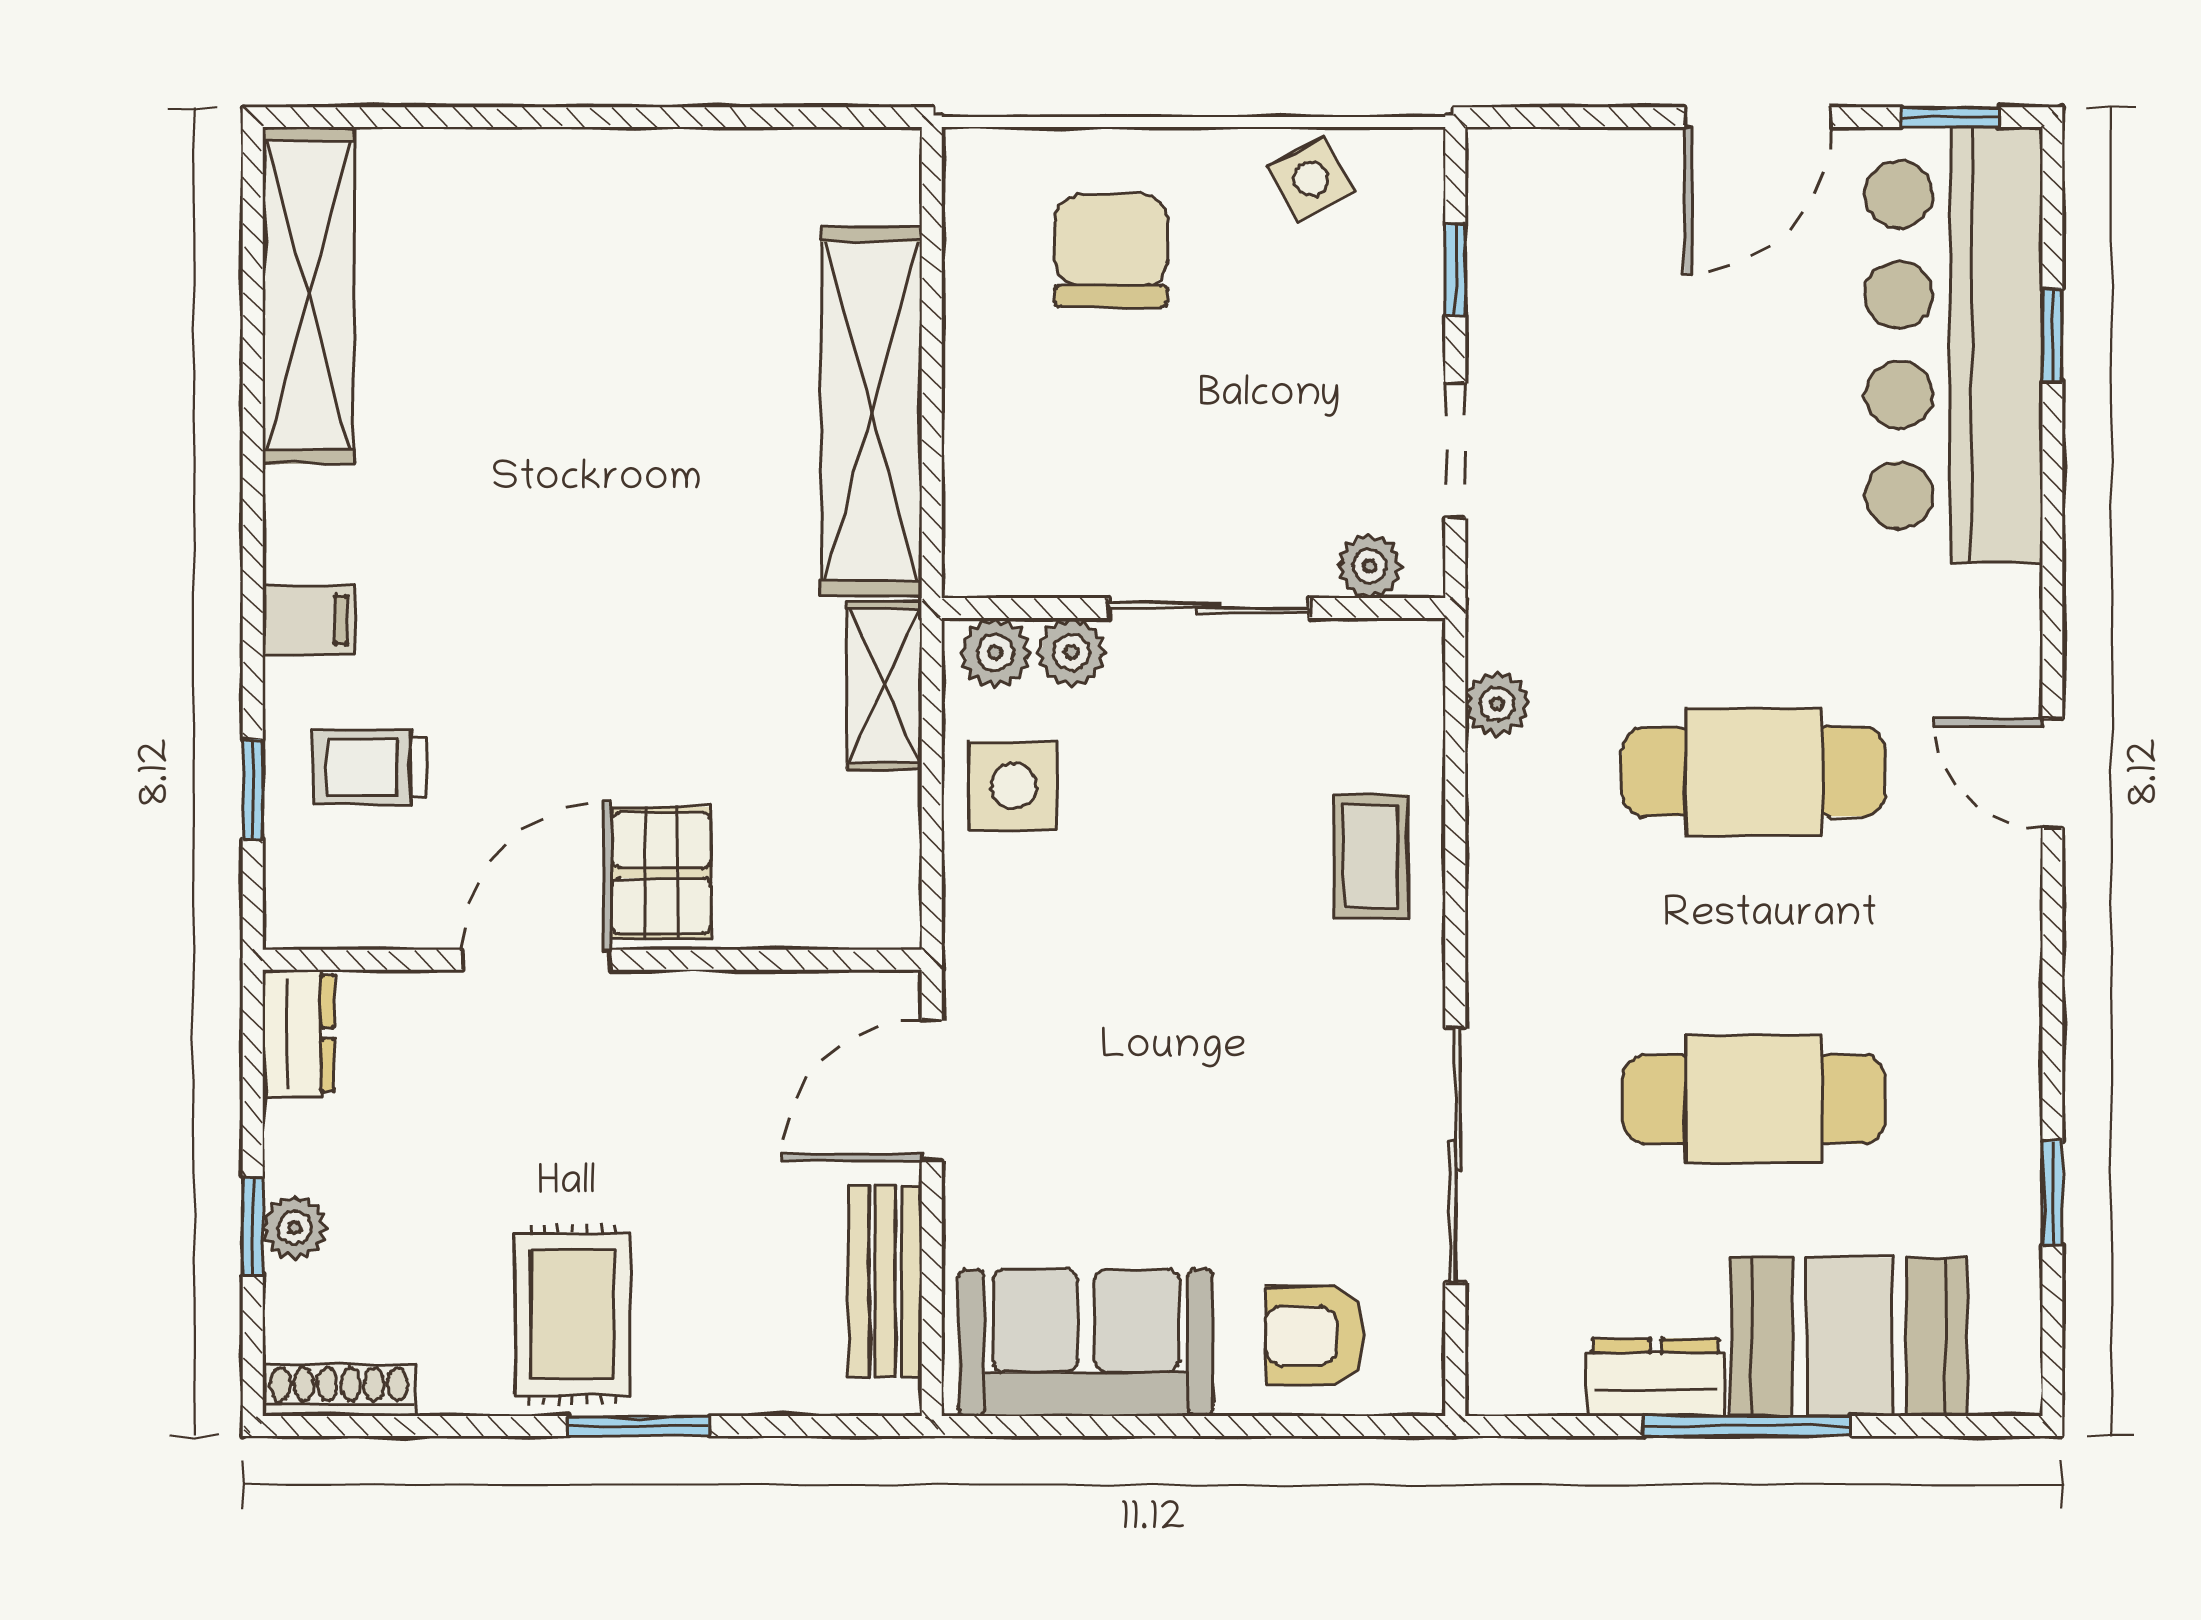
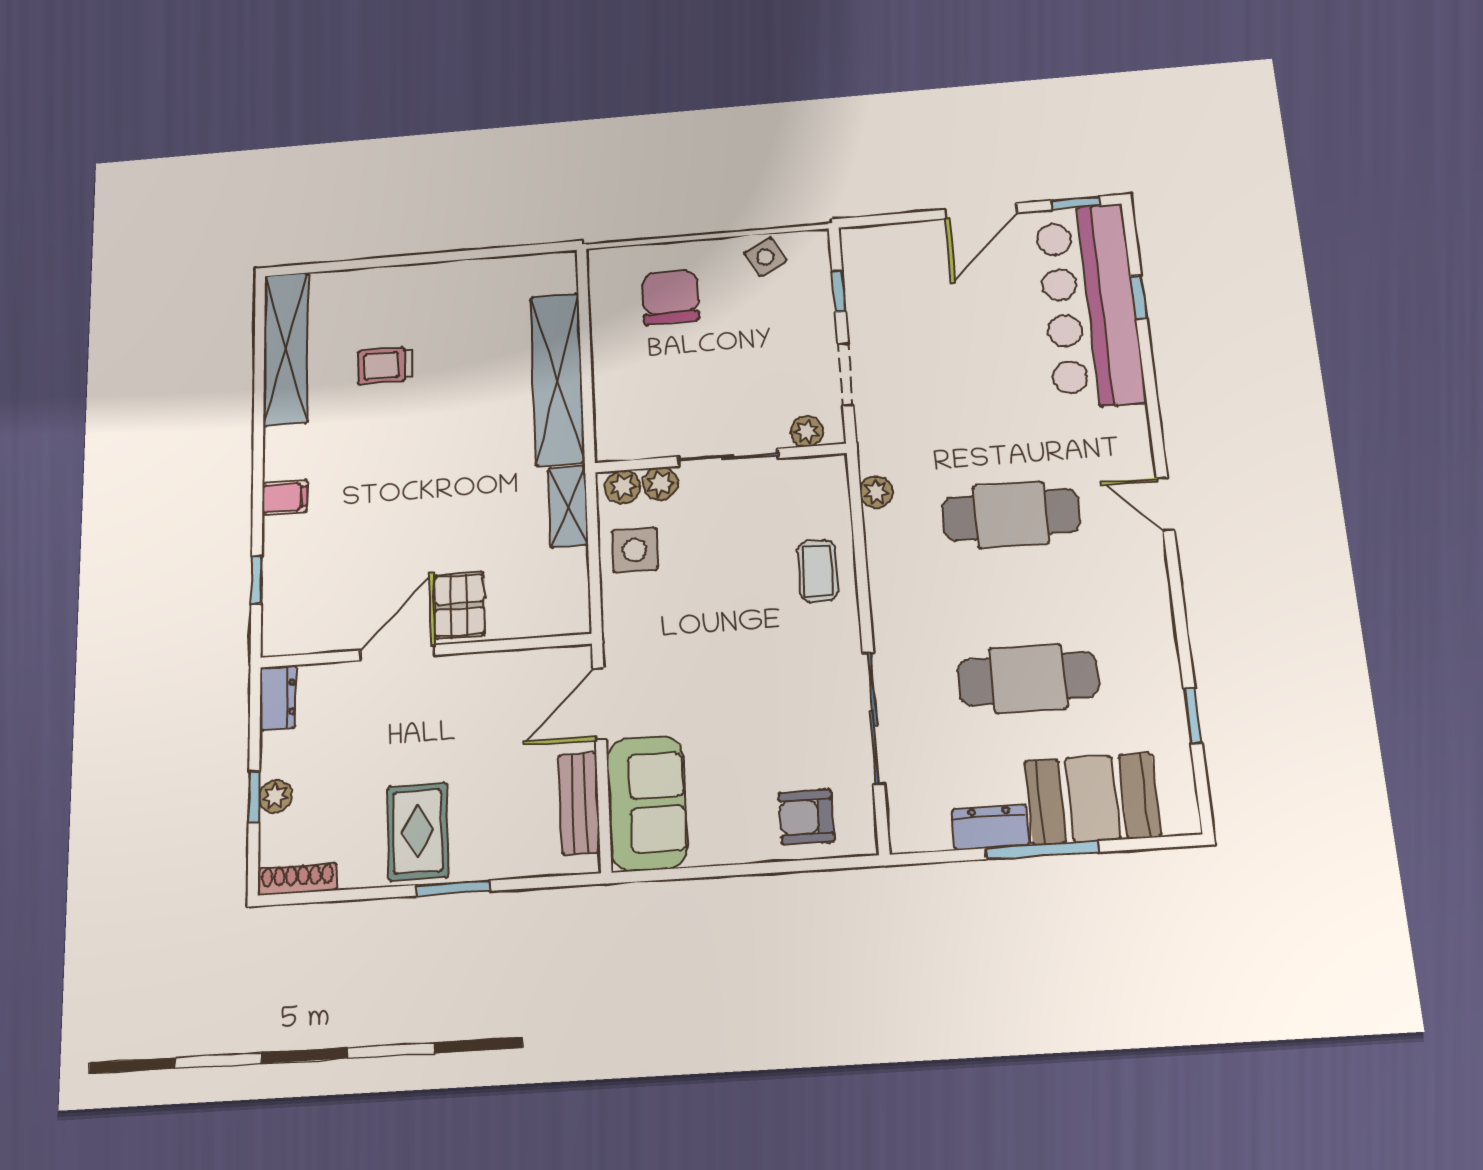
trolley: (370, 767) -> (385, 365), moved
sofa: (1086, 1343) -> (647, 803), moved, turned 90

